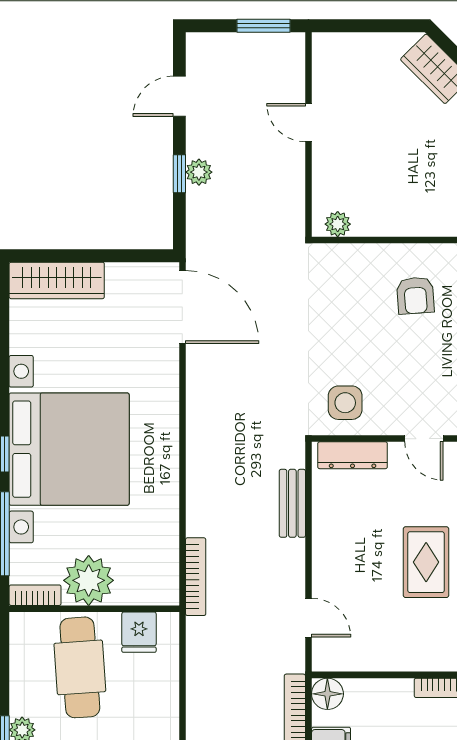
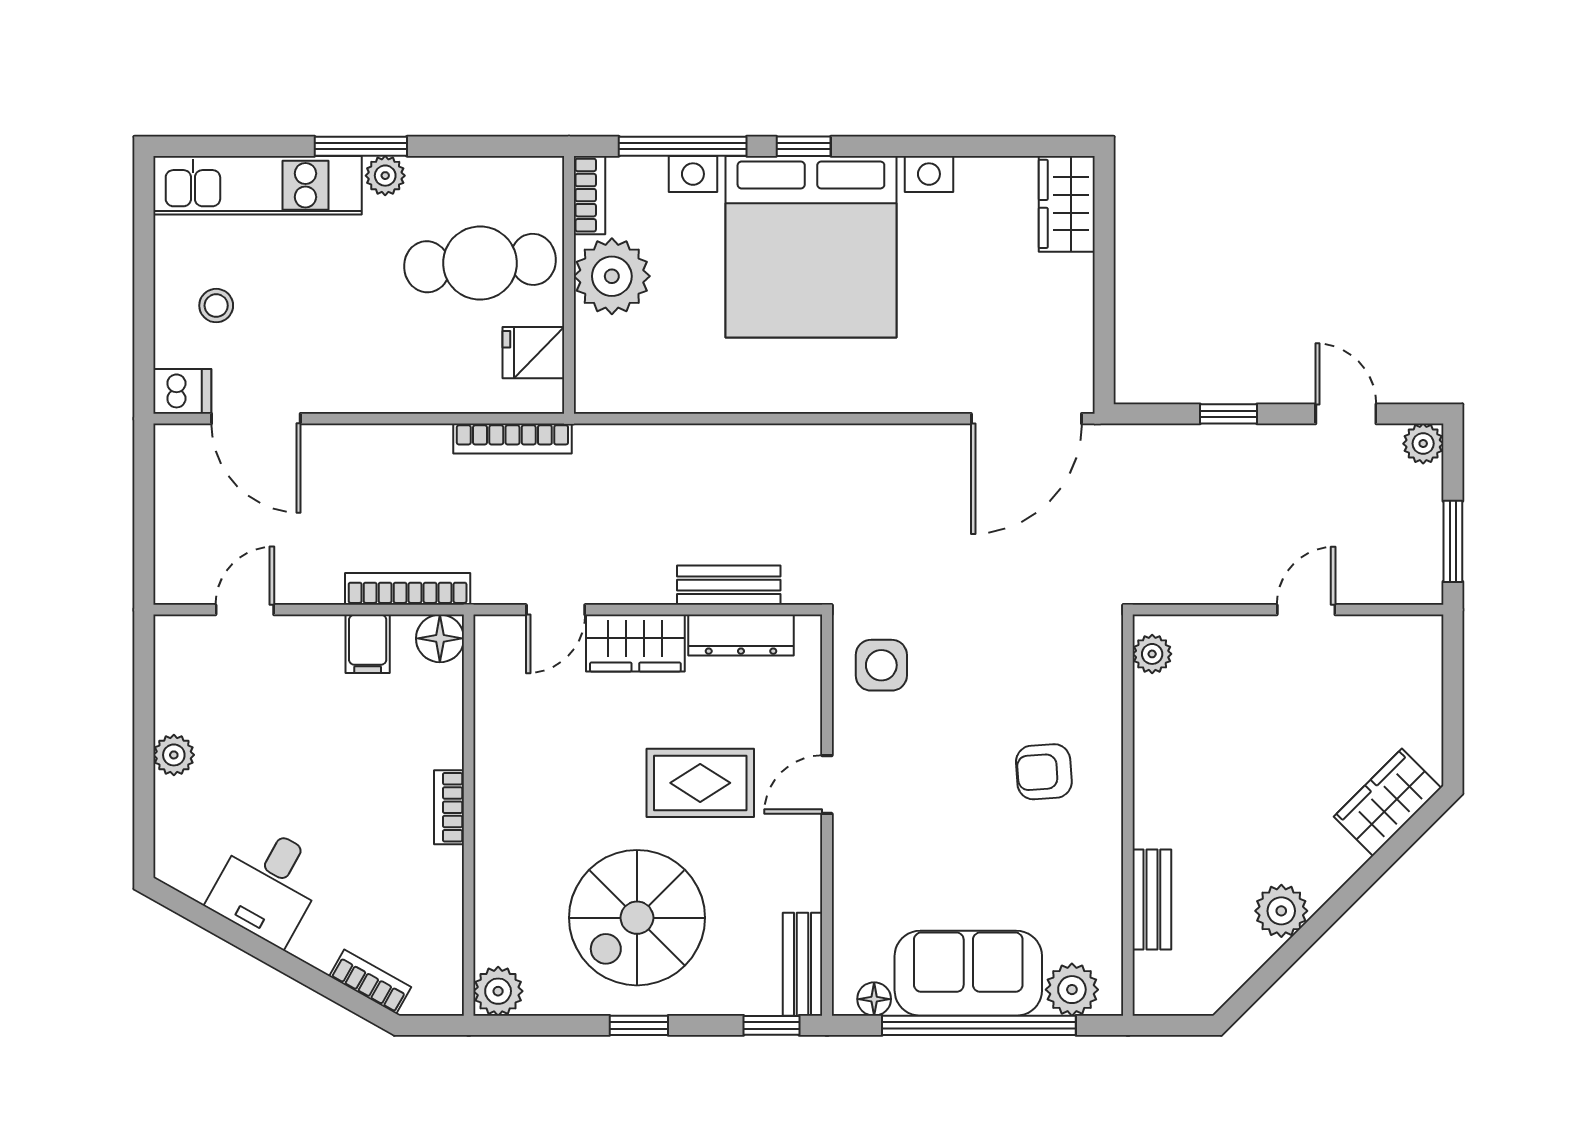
plant: (199, 172) -> (1423, 444), moved
wardrobe: (57, 280) -> (1067, 204), width x0.67
dresser: (353, 455) -> (741, 635), moved, turned -90
rug: (426, 562) -> (700, 783), moved
wardrobe: (331, 565) -> (635, 643), added
bookcase: (196, 577) -> (512, 439), moved

